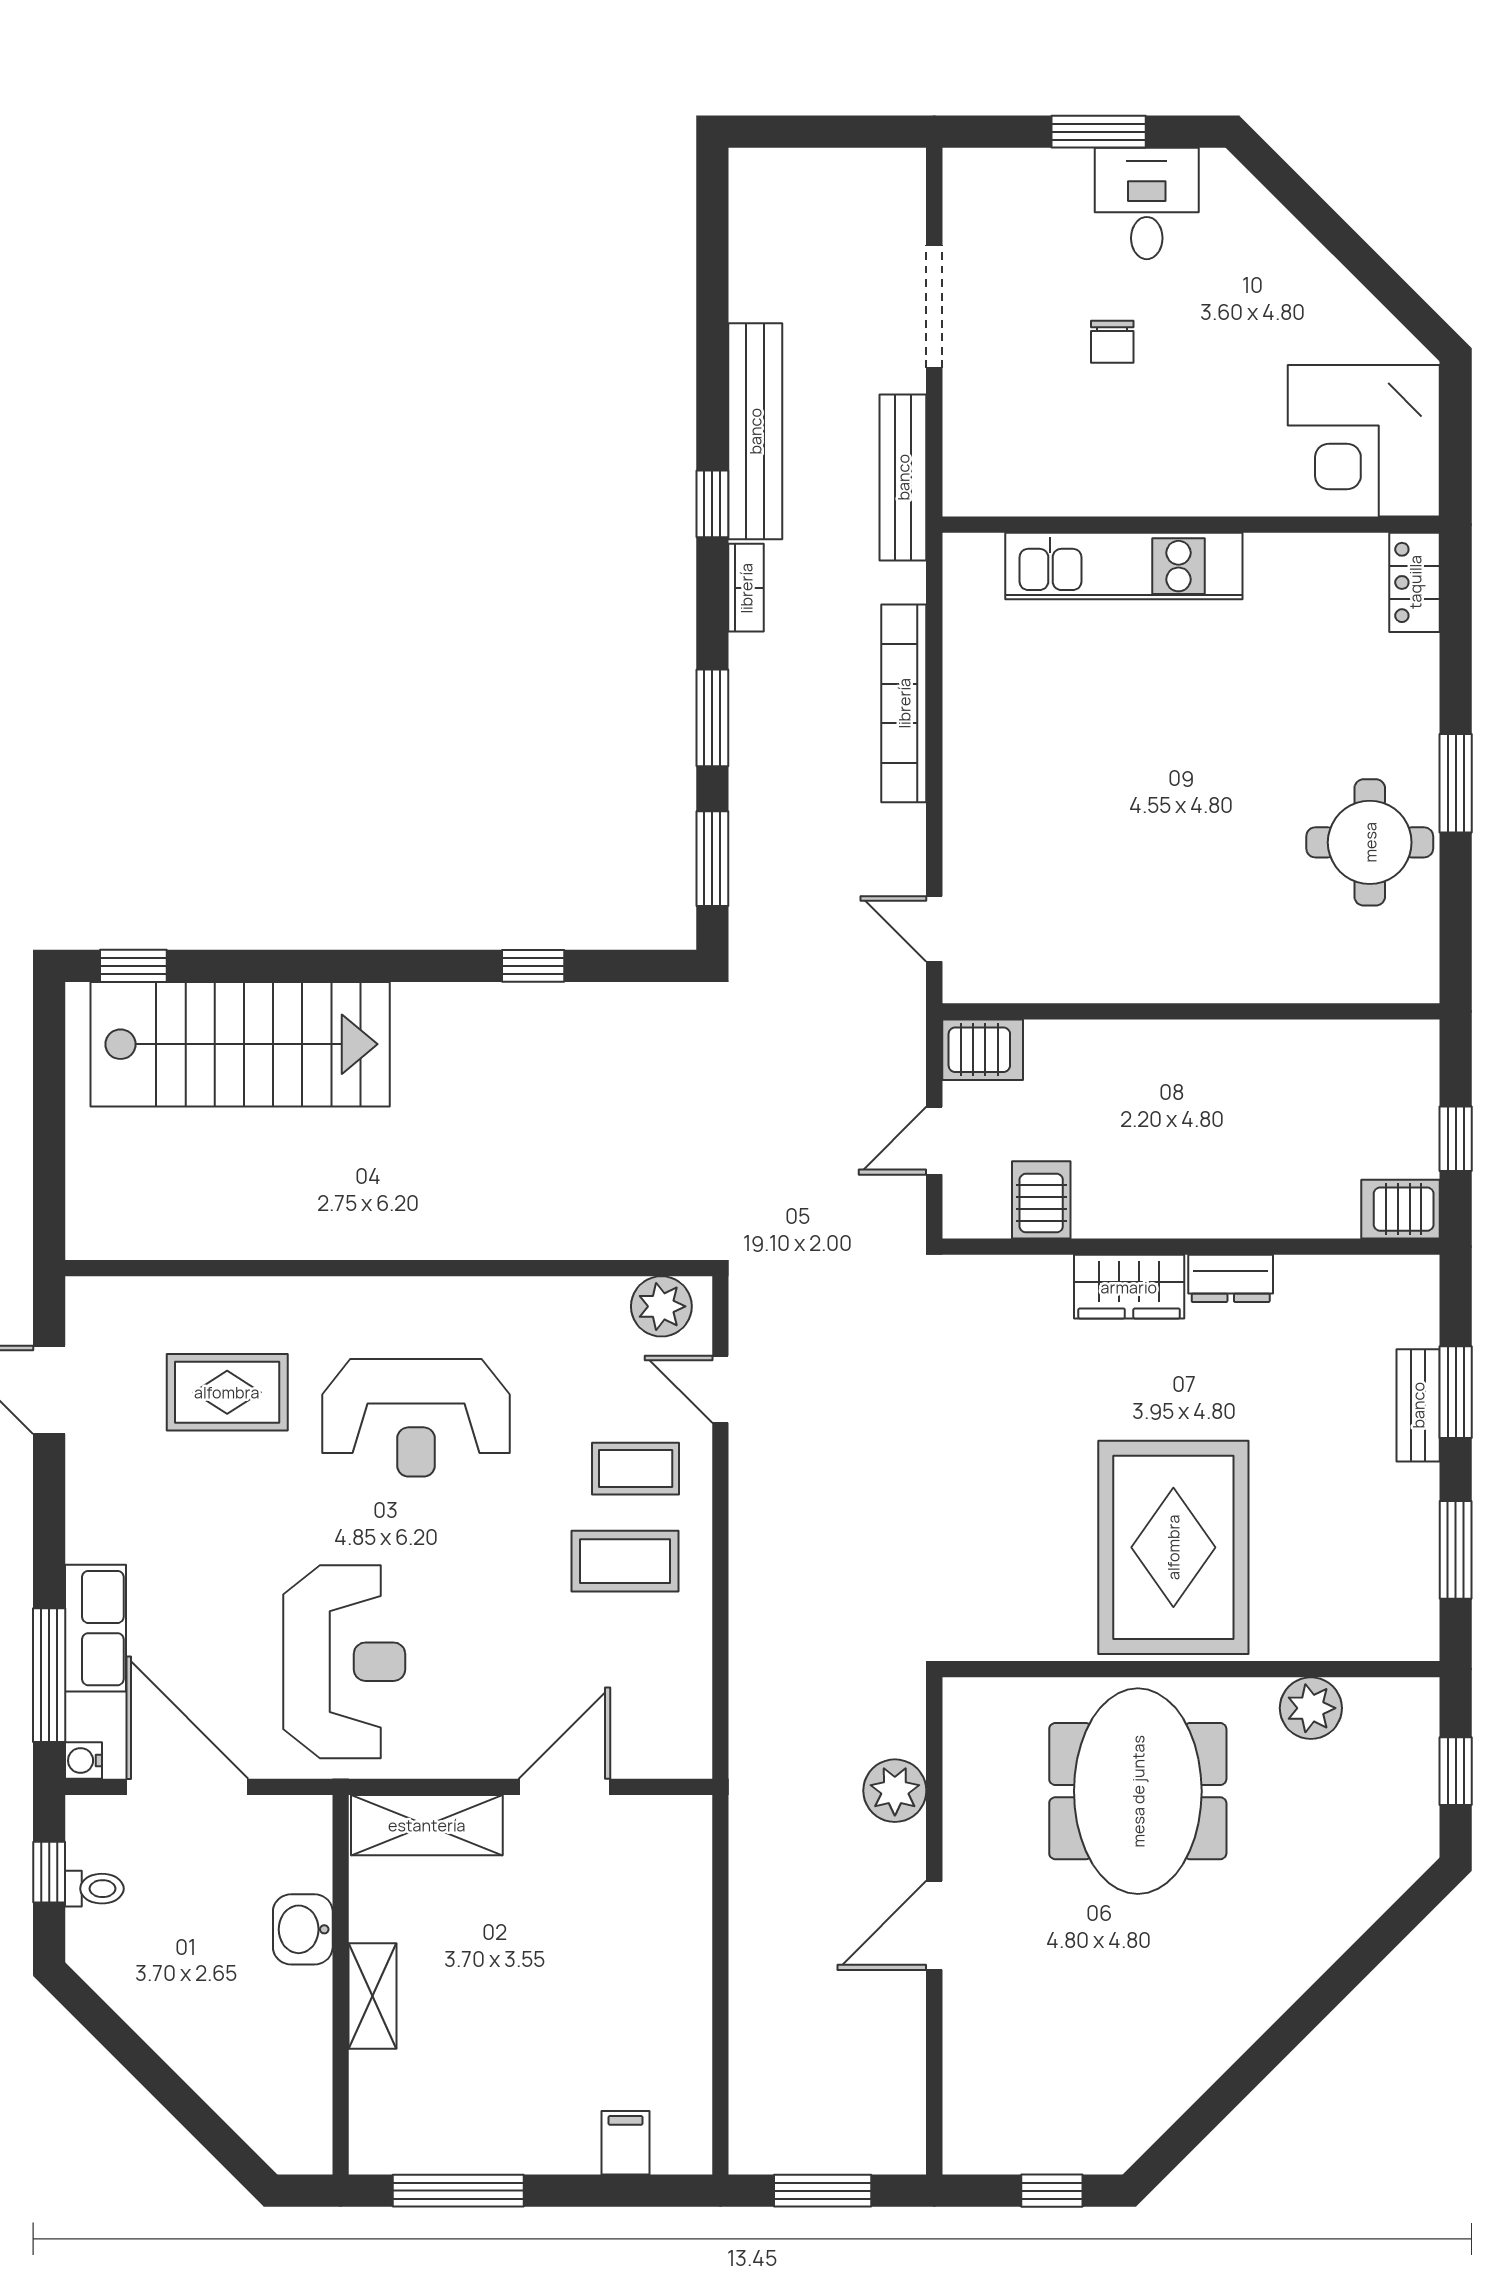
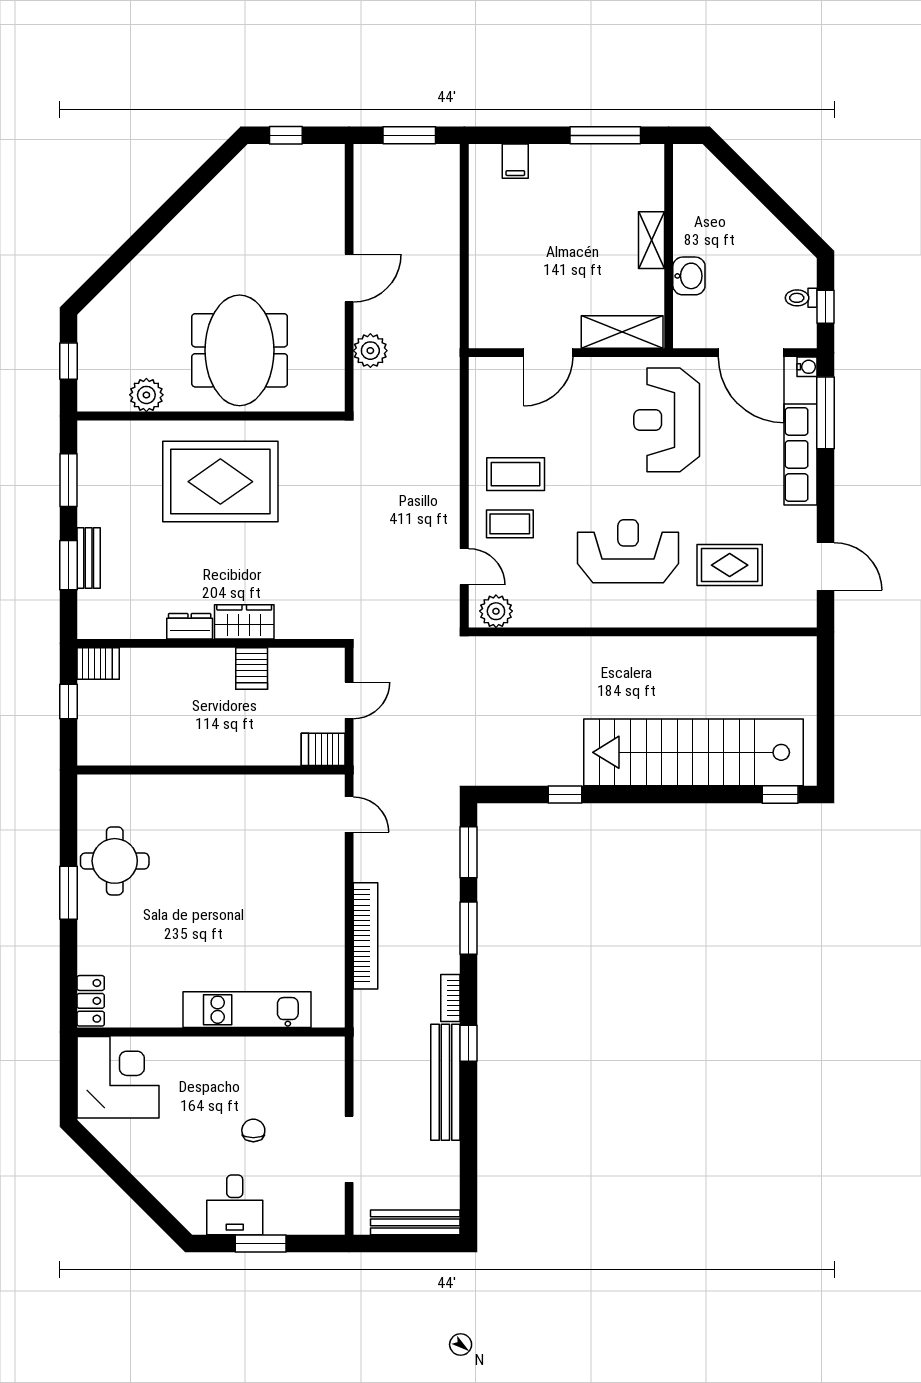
bench: (903, 477) -> (415, 1222), moved, turned 90
stairs: (240, 1044) -> (693, 752), width x1.36
server rack: (1041, 1200) -> (252, 669), moved
rug: (1173, 1547) -> (220, 482), turned 90
row of seats: (96, 1628) -> (800, 454), width x1.48

